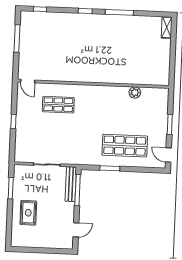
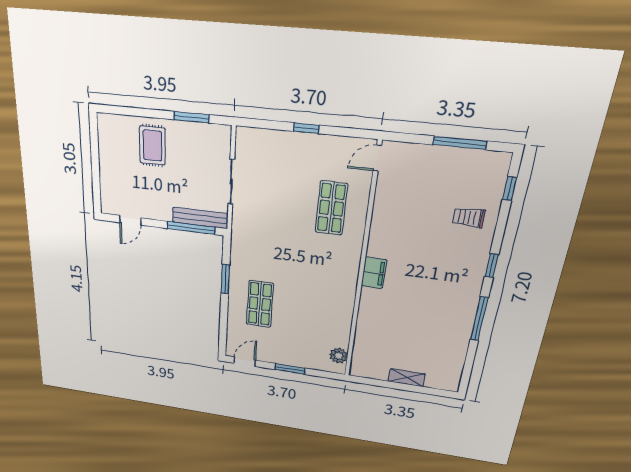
shelving: (167, 27) -> (407, 378), moved
trolley: (58, 28) -> (469, 218), added
filing cabinet: (96, 77) -> (374, 273), added
plant: (135, 92) -> (339, 356), moved
shop shelf: (125, 146) -> (260, 304), width x0.70, depth x0.74
rug: (28, 213) -> (152, 146), turned 90
door: (76, 230) -> (130, 220), hinge flipped

